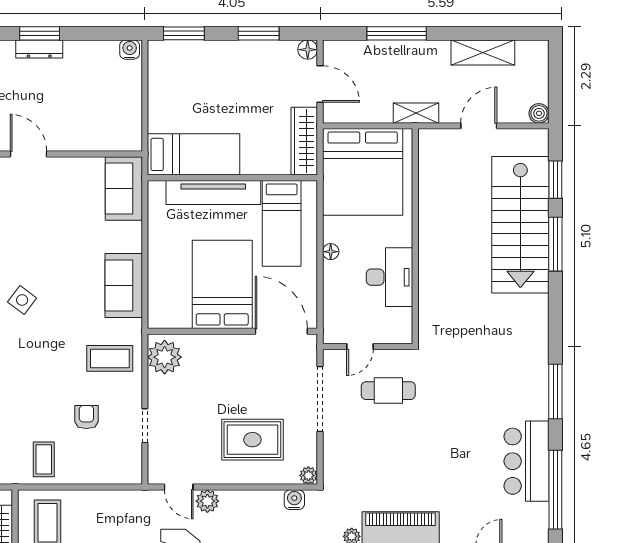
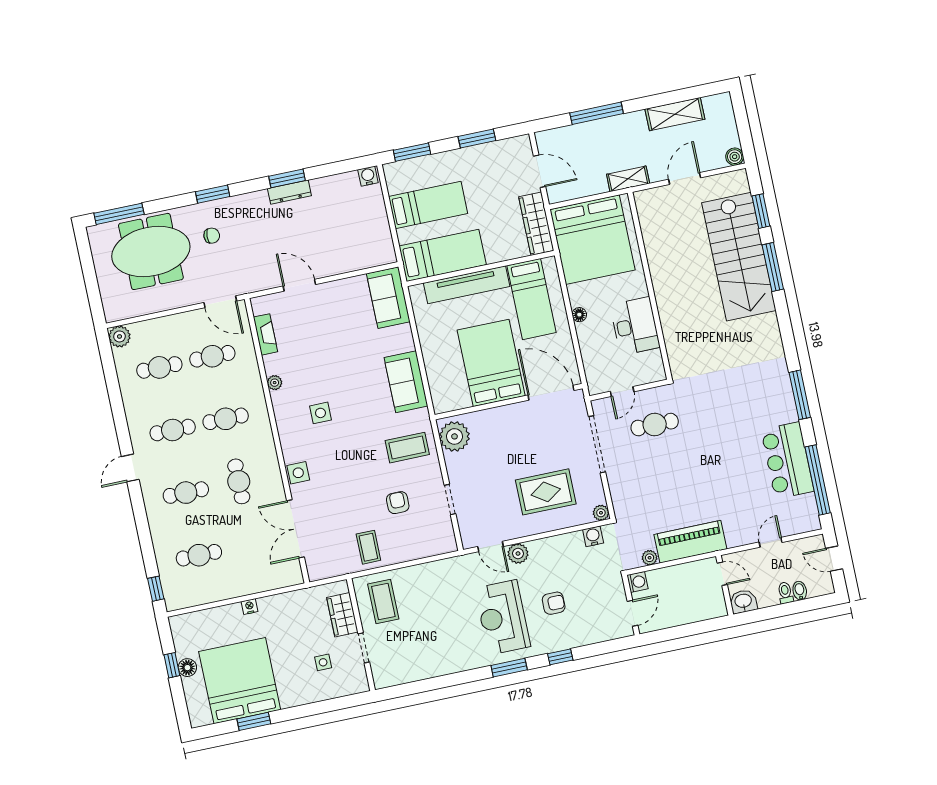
floor lamp: (308, 50) -> (522, 144), removed
bed: (189, 95) -> (428, 205), added
side table: (22, 300) -> (320, 413), turned -37

